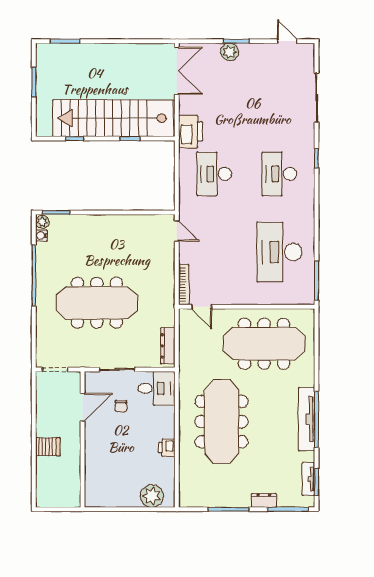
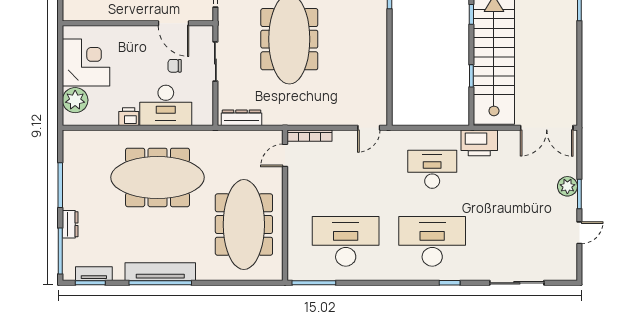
door: (287, 41) -> (579, 233), moved
desk: (279, 174) -> (432, 241), width x1.36, depth x1.30
desk: (157, 388) -> (166, 105), moved, width x1.37
corner desk: (118, 486) -> (86, 62), added

